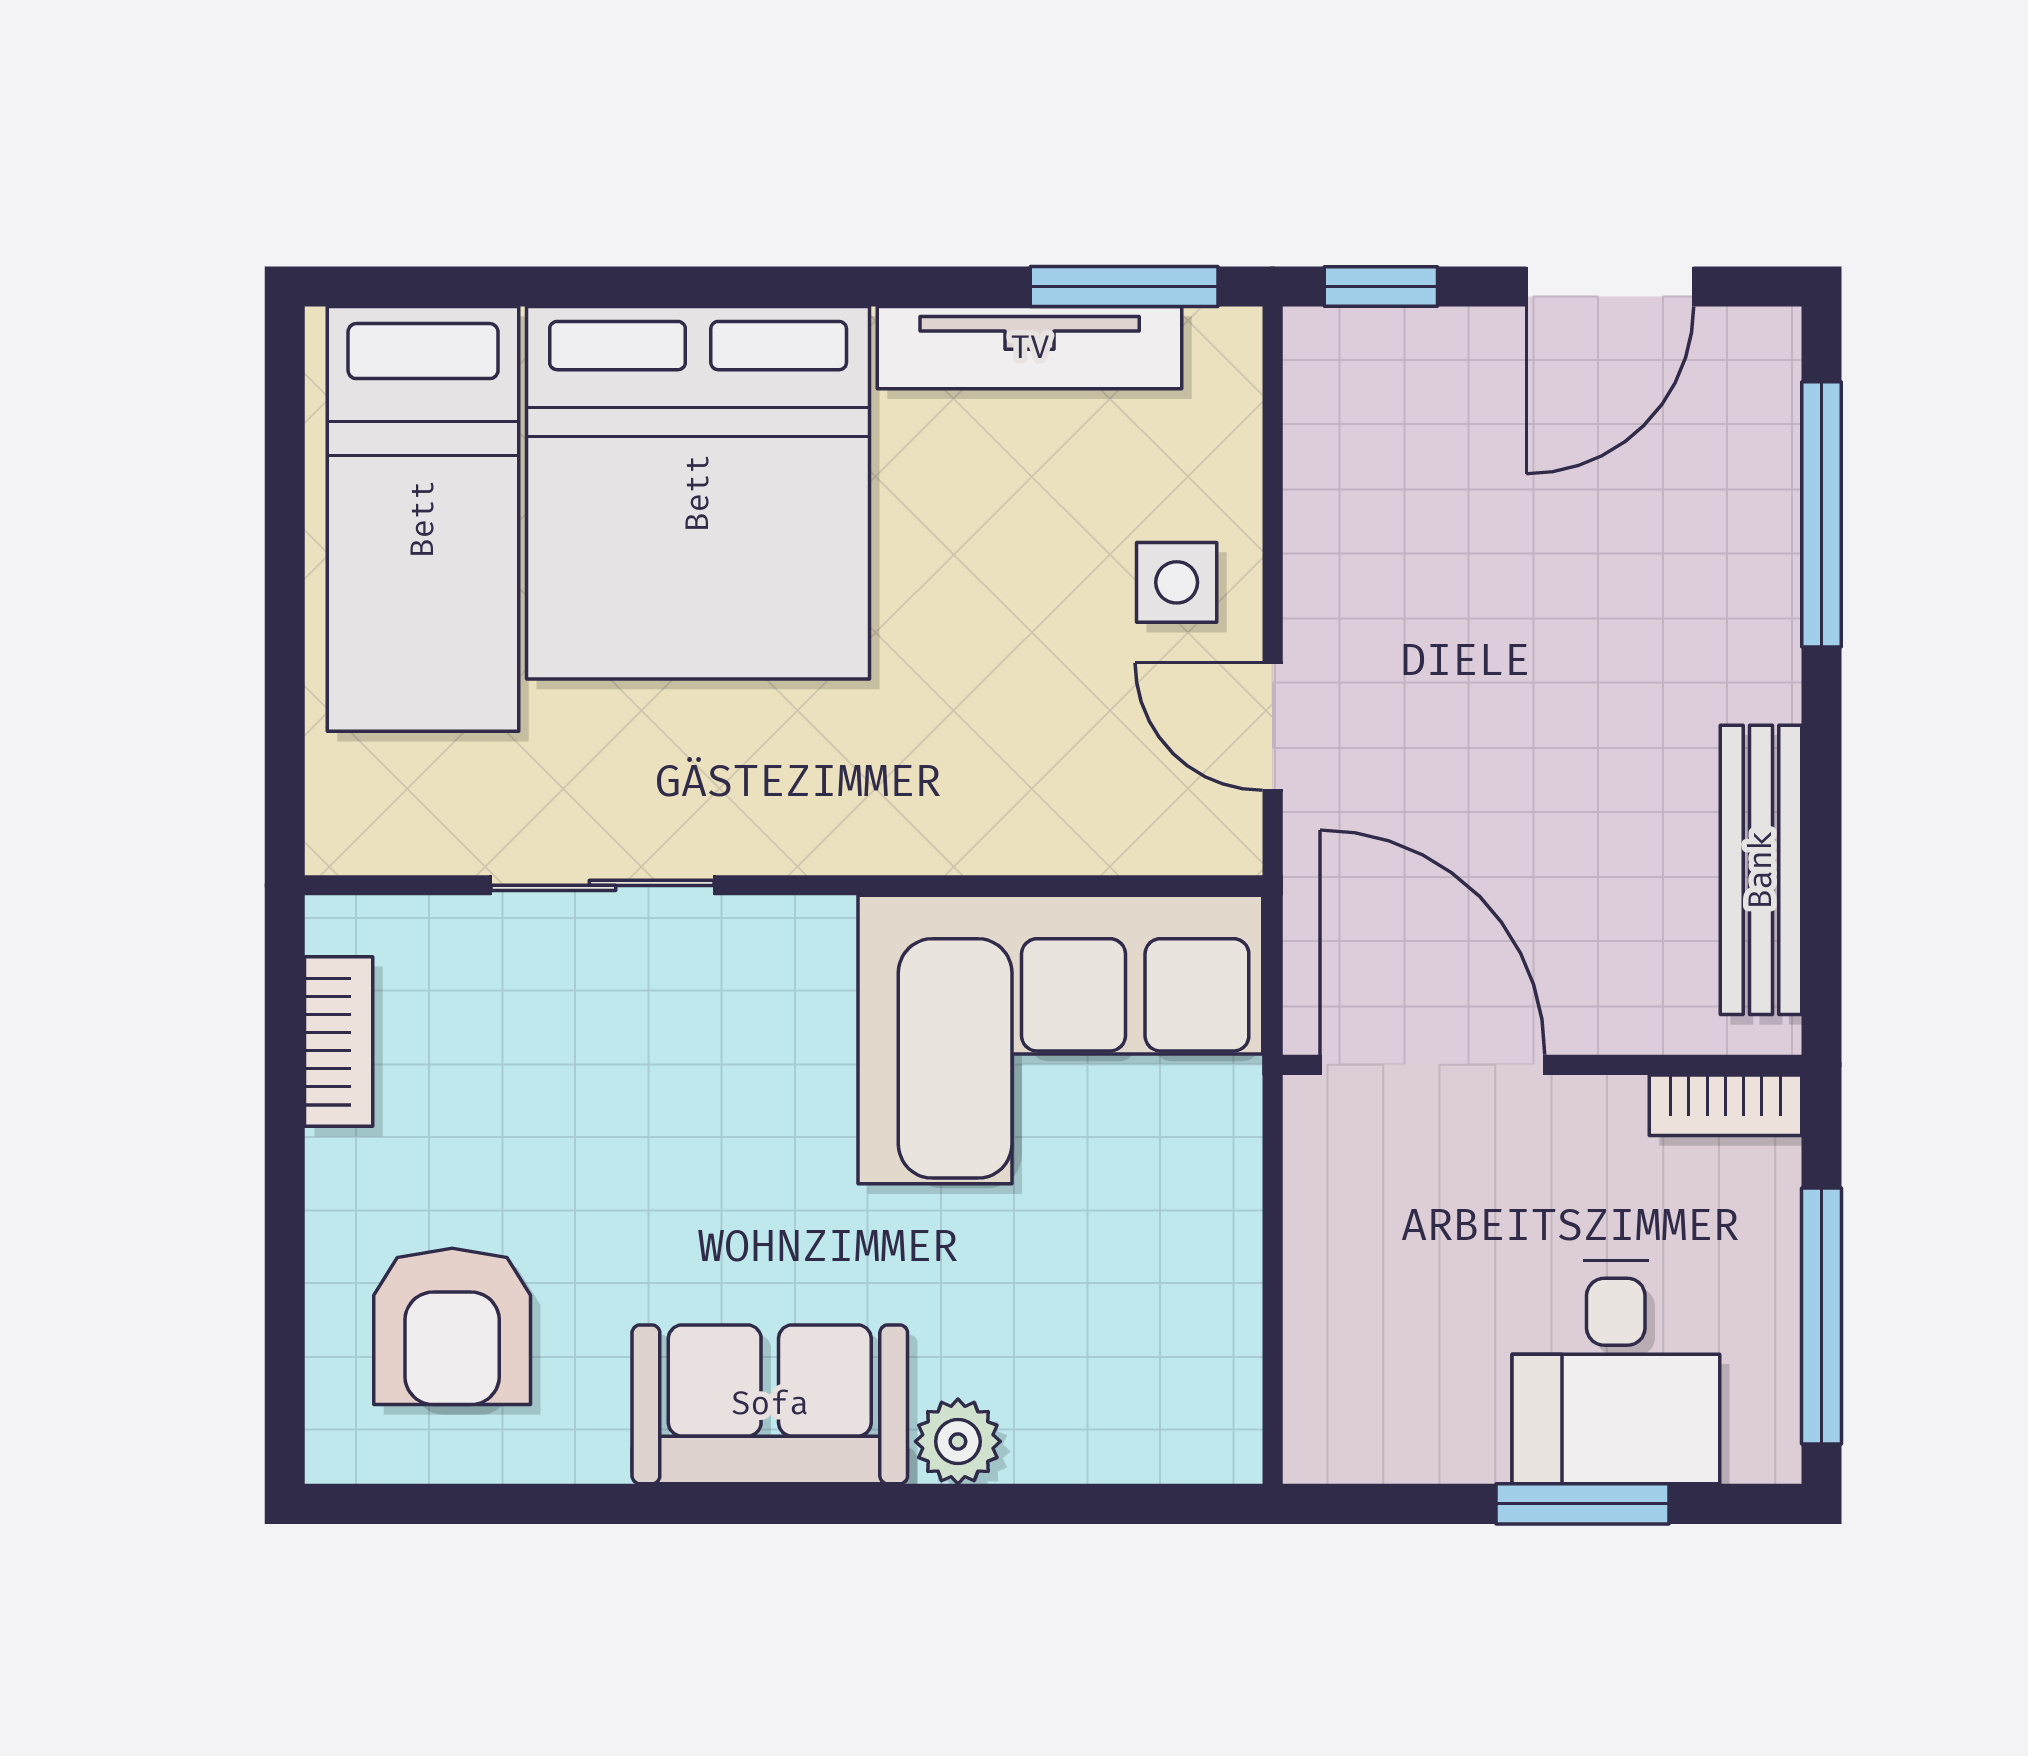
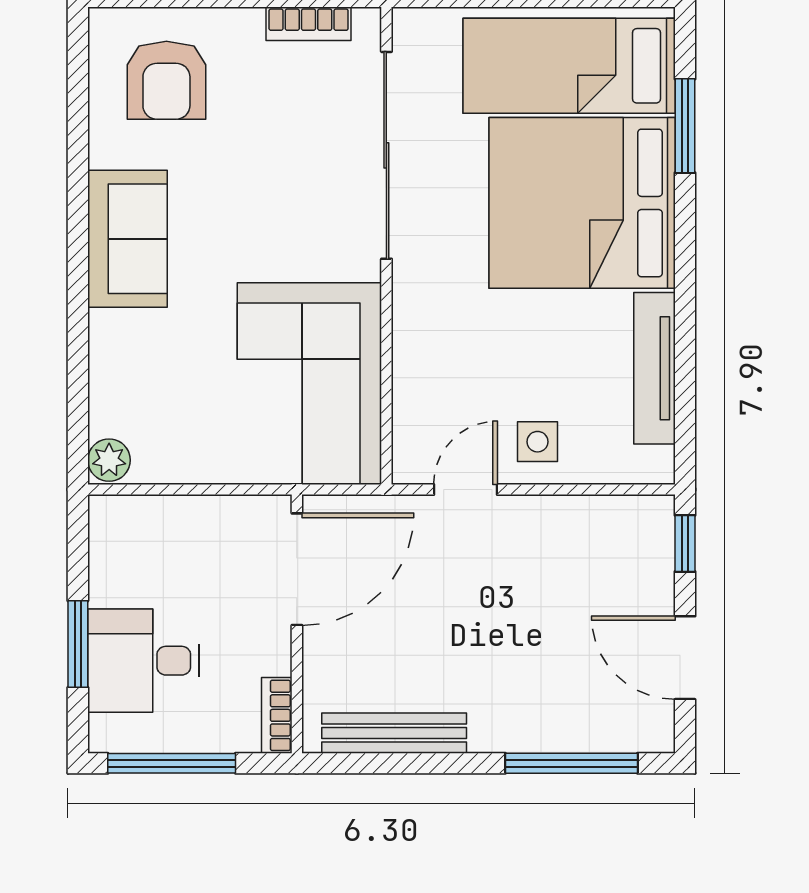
window: (1124, 287) -> (685, 126), moved
sliding door: (603, 885) -> (386, 155), width x1.86
armchair: (452, 1326) -> (166, 80), turned -90
plant: (958, 1441) -> (109, 460), moved

